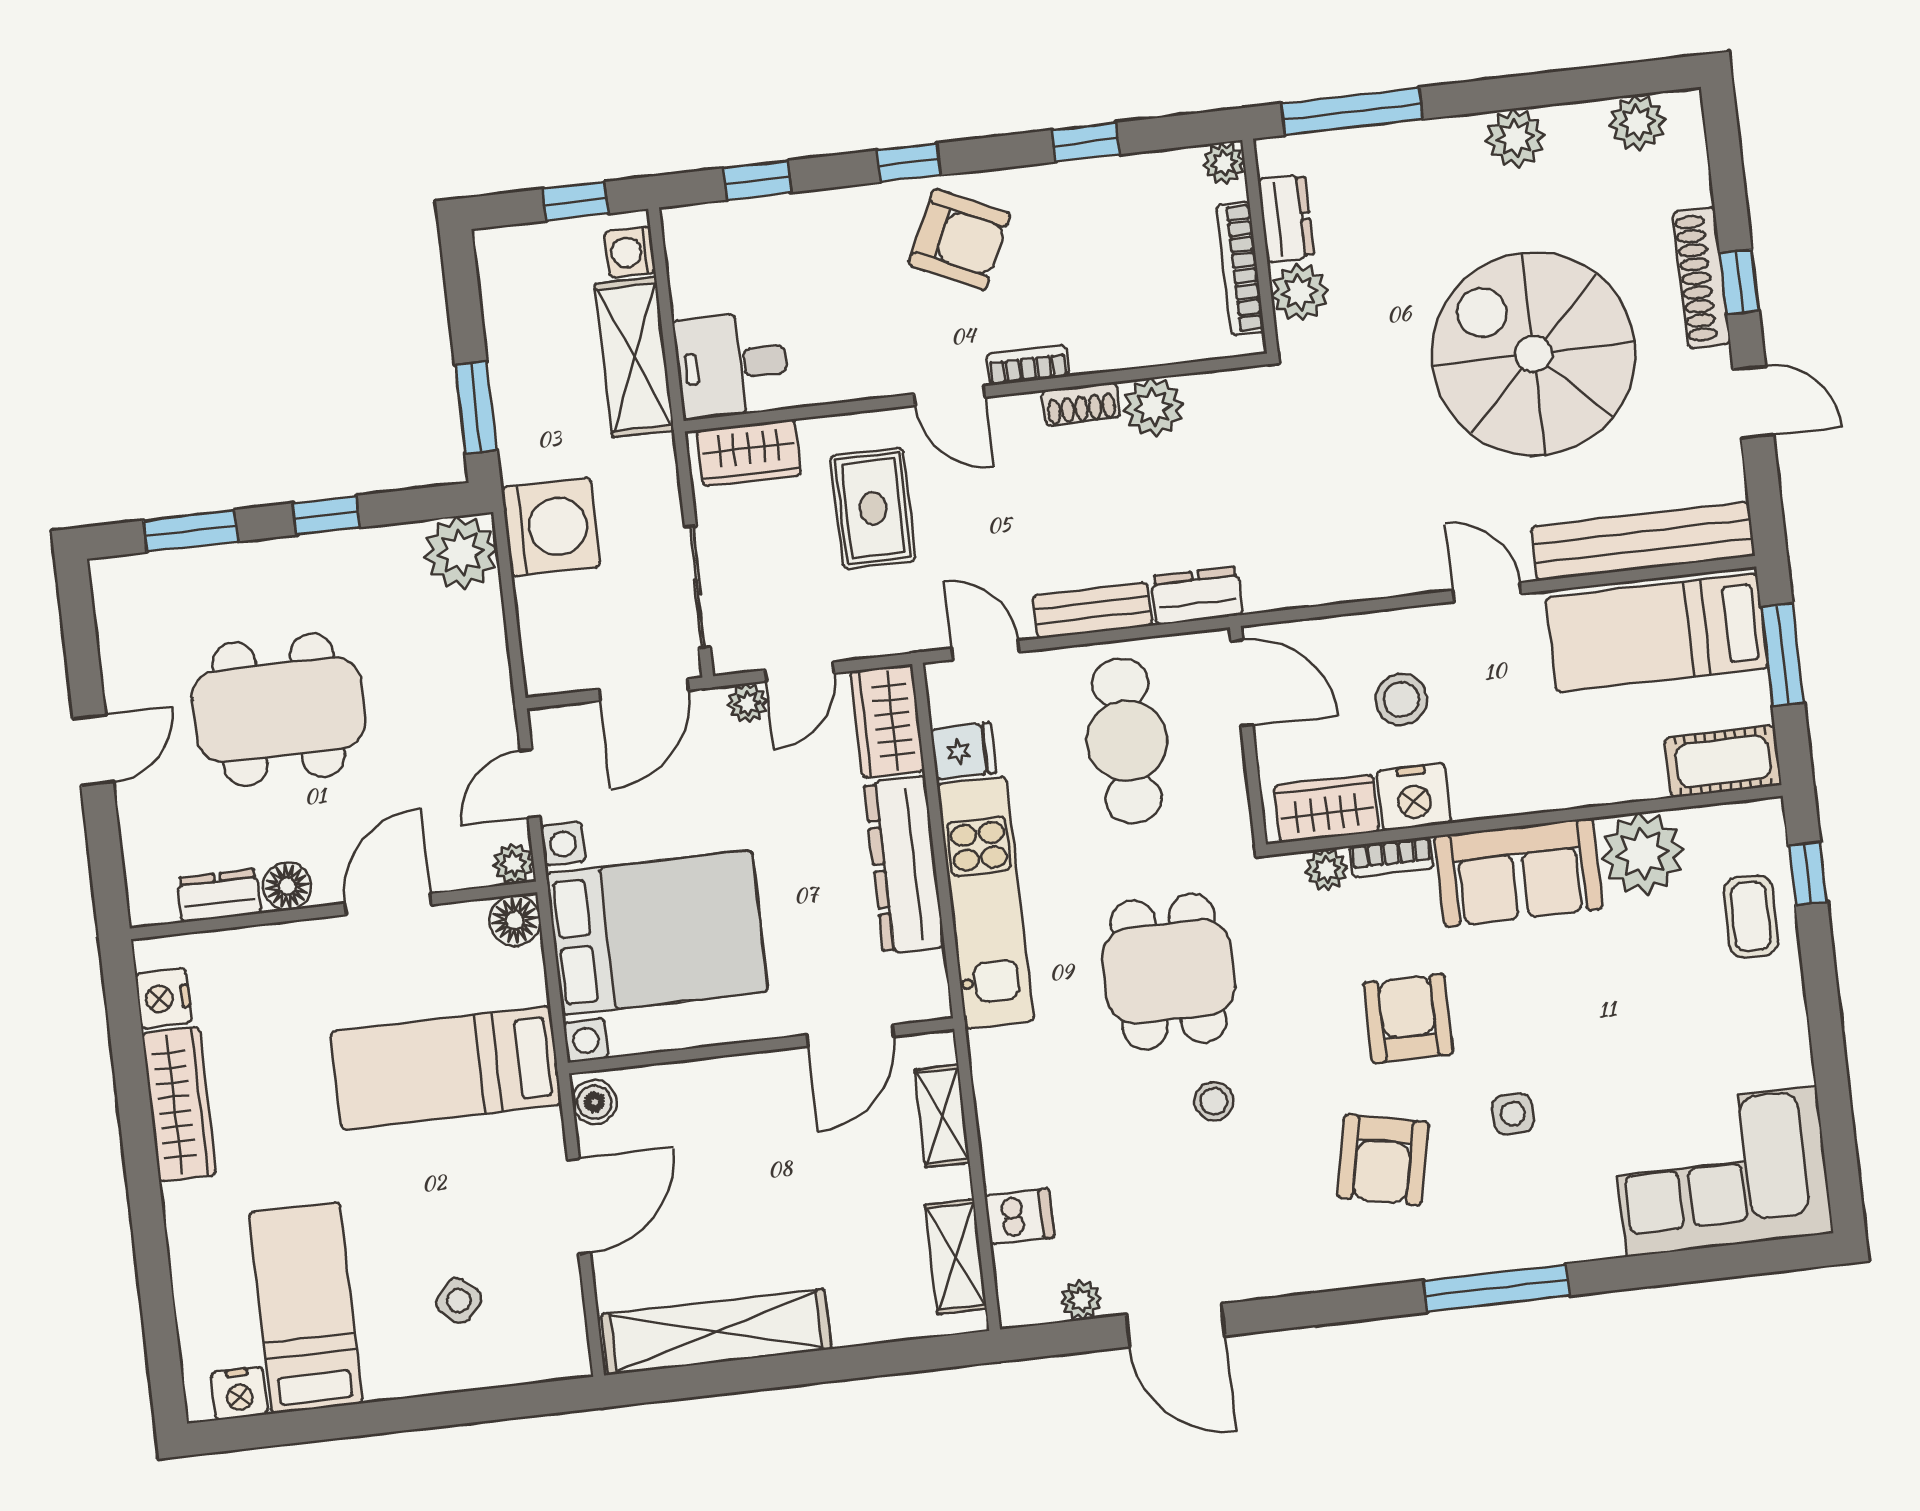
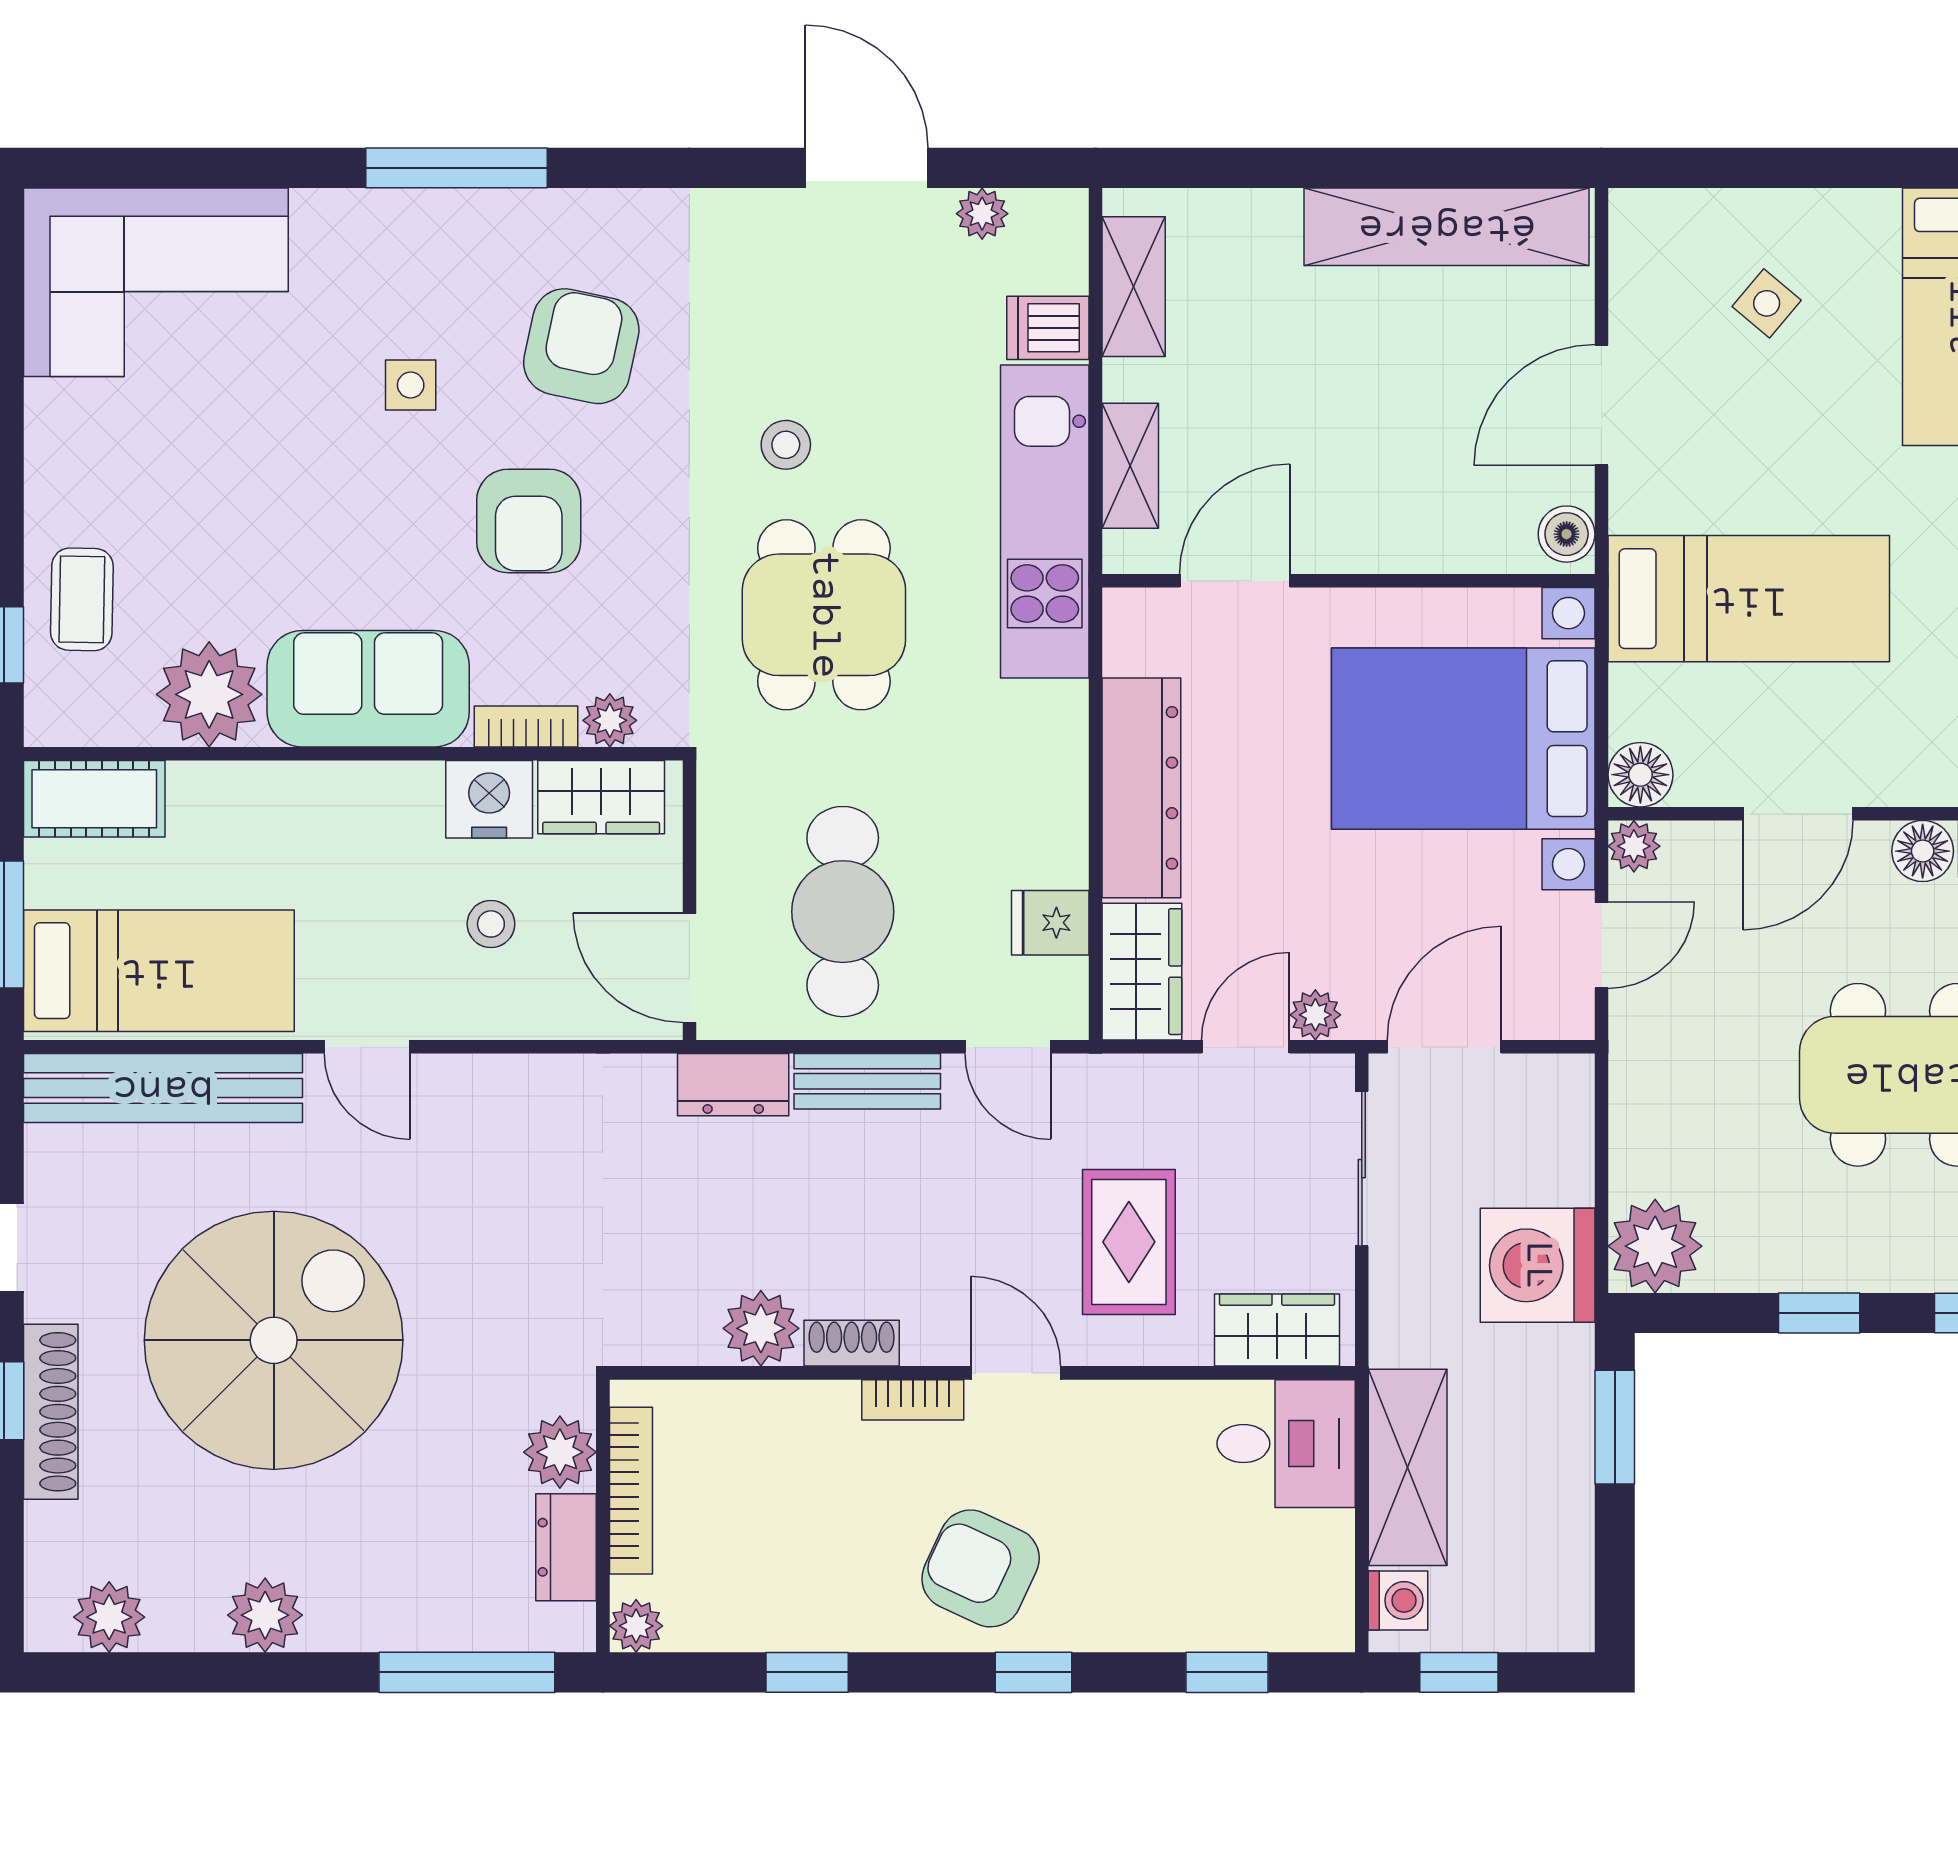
spiral stairs: (1534, 354) -> (274, 1340), turned -90
stool: (1401, 699) -> (491, 924), width x0.73, depth x0.73
kitchen unit: (985, 903) -> (1045, 522), moved

